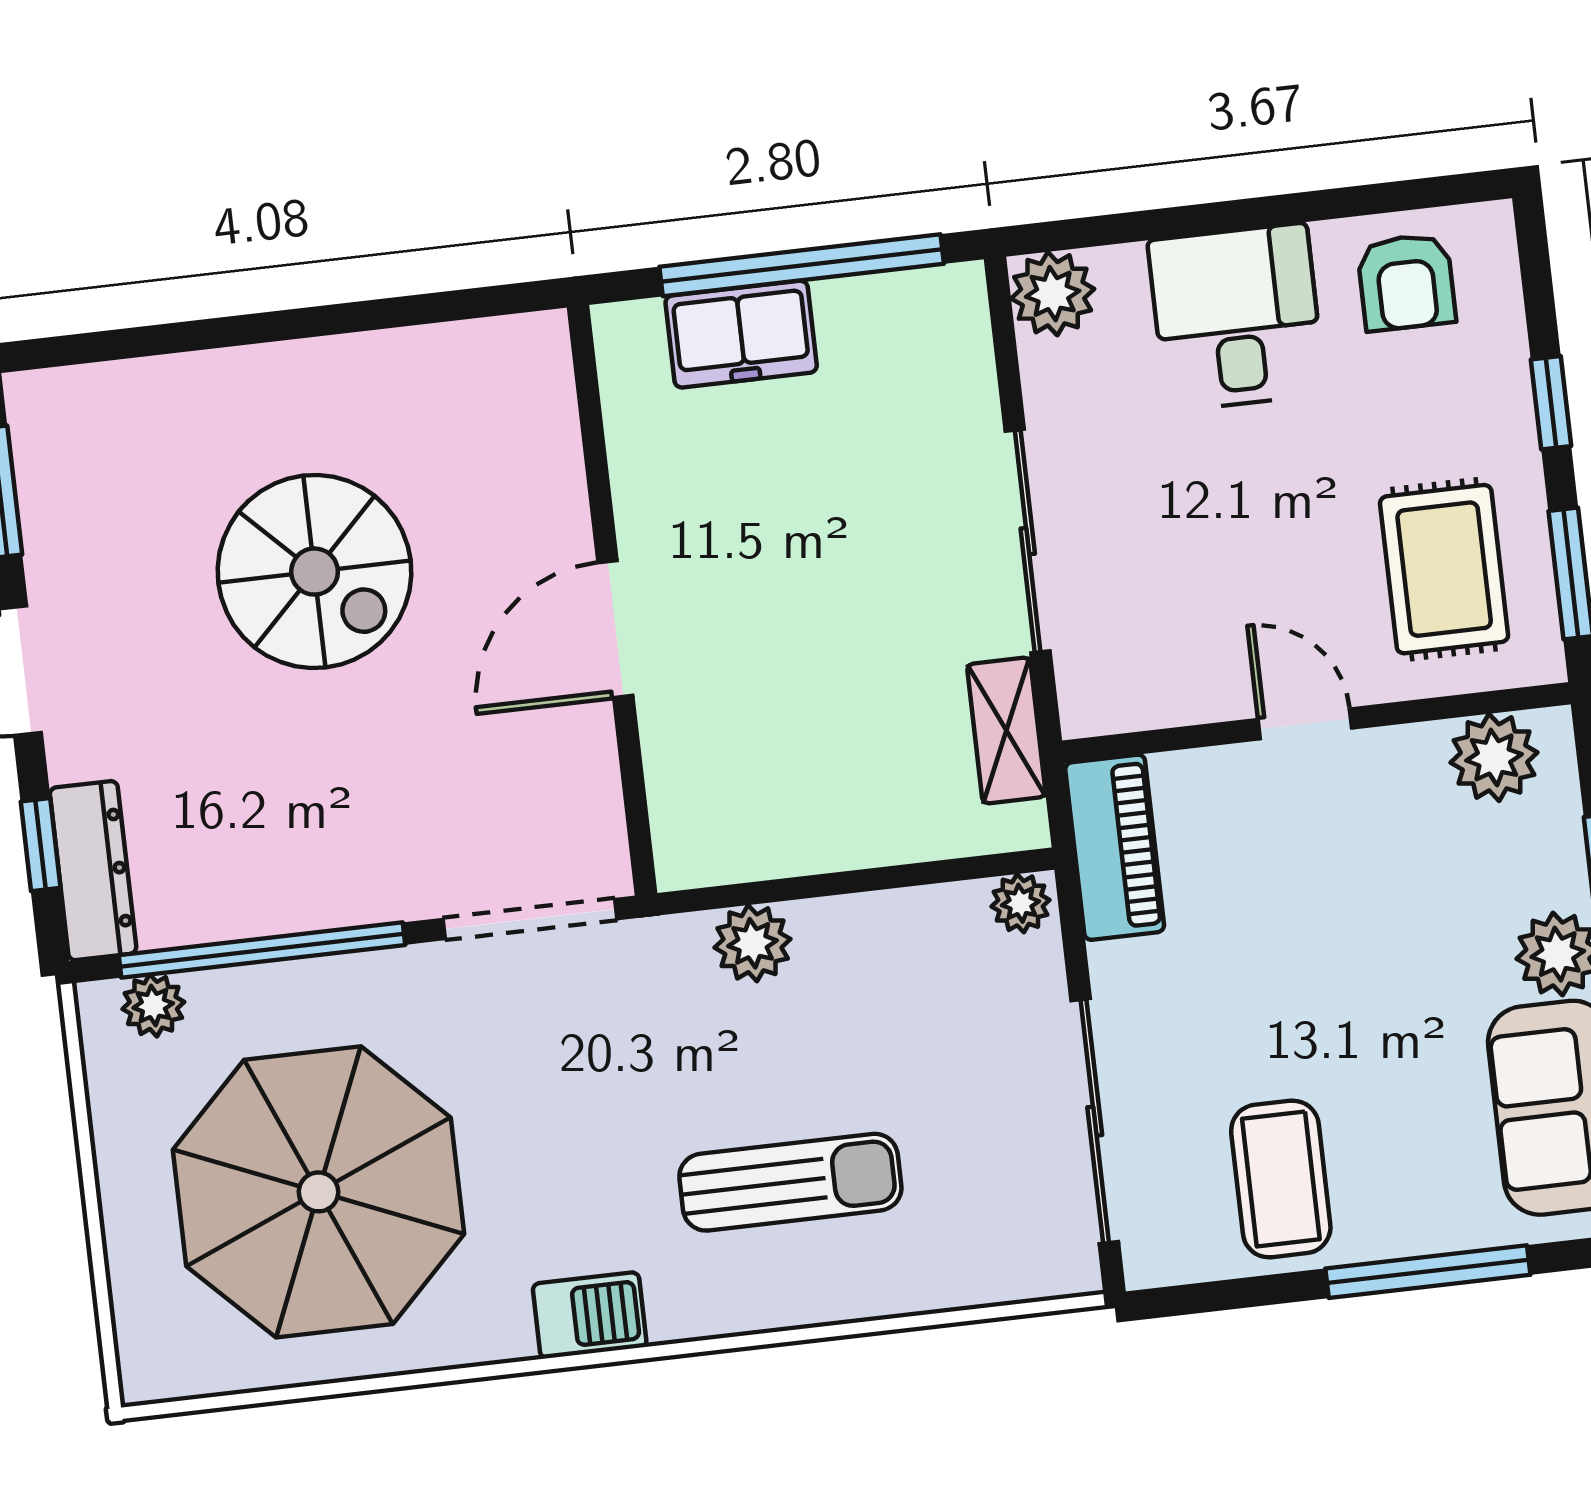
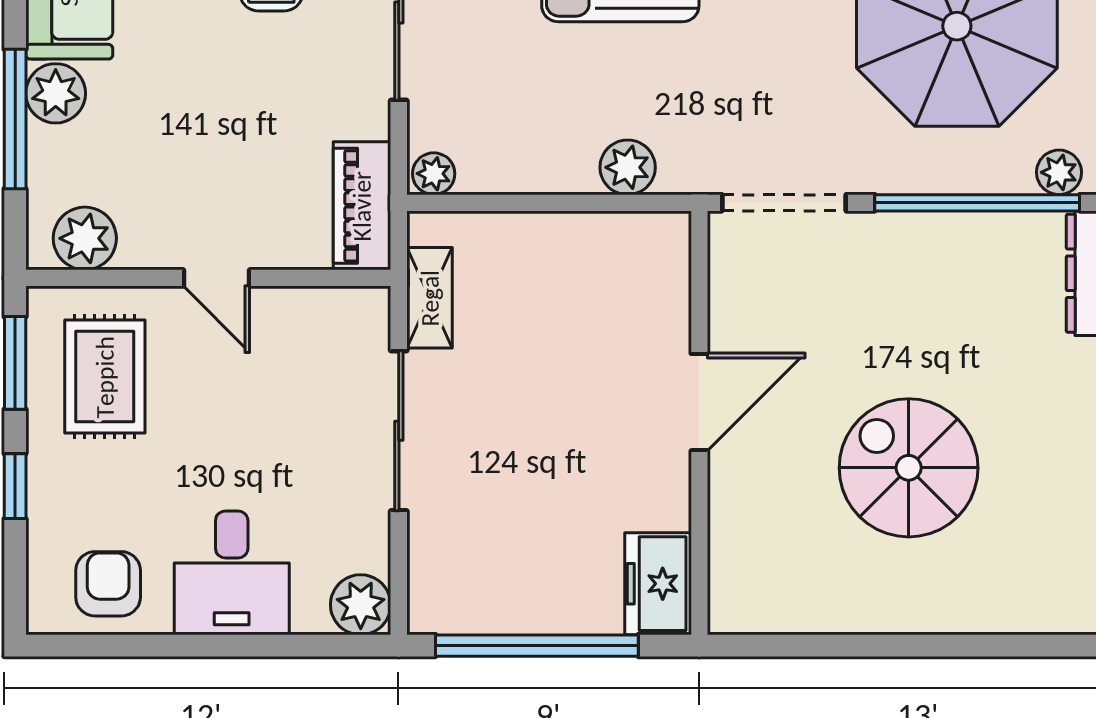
freezer: (741, 334) -> (658, 584), moved, turned -90

